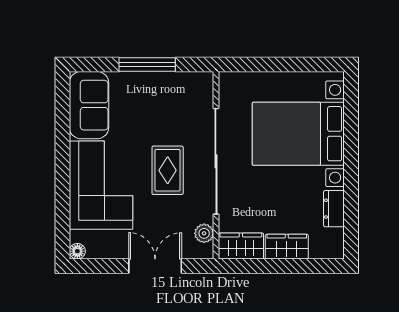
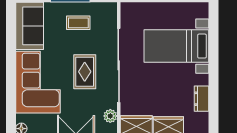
coffee table: (158, 101) -> (78, 23), added
bed with nightstands: (298, 134) -> (176, 46), width x0.73

